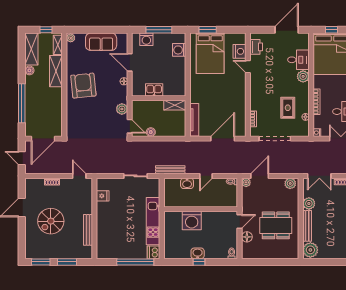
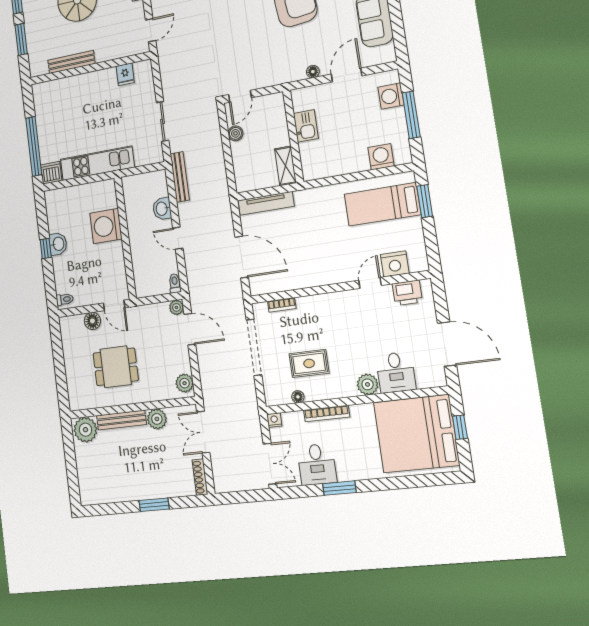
bed: (210, 53) -> (382, 204), width x0.67
plant: (122, 109) -> (266, 78), removed
dining table: (276, 225) -> (116, 367), width x0.73

